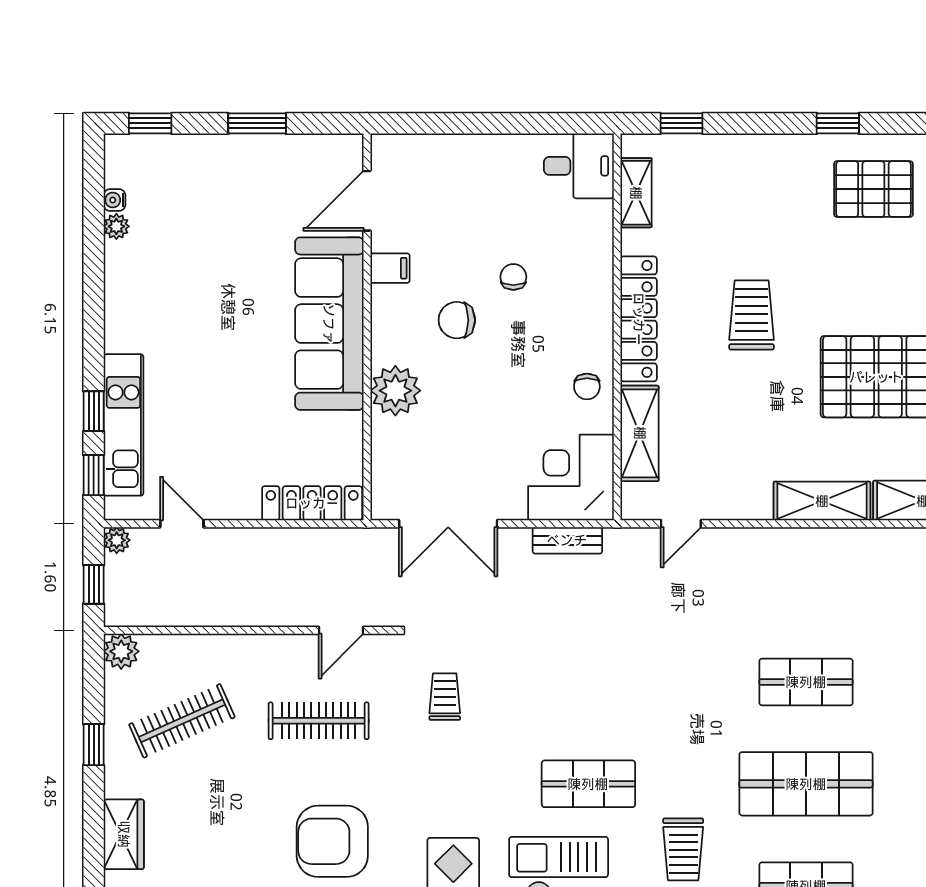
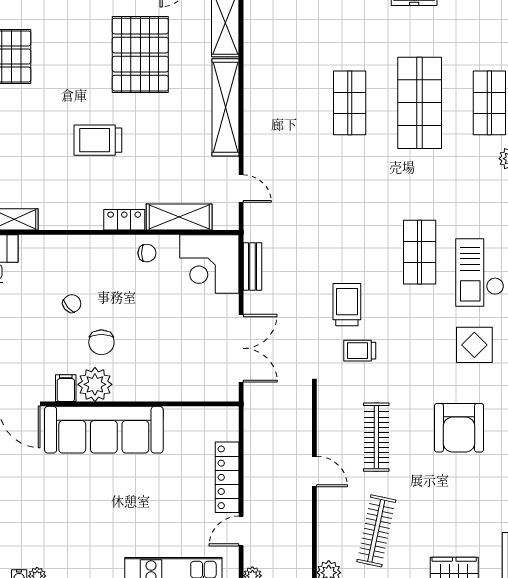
chair: (513, 277) -> (72, 304), turned 139
locker: (639, 319) -> (124, 220), width x0.46, depth x0.83
plant: (395, 391) -> (95, 384), moved
shelving: (822, 501) -> (226, 107), width x1.47
locker: (312, 503) -> (227, 477), moved
door: (341, 630) -> (314, 471), moved
clothes rail: (182, 721) -> (376, 531), turned 36
trolley: (683, 849) -> (347, 305), moved, turned -90

